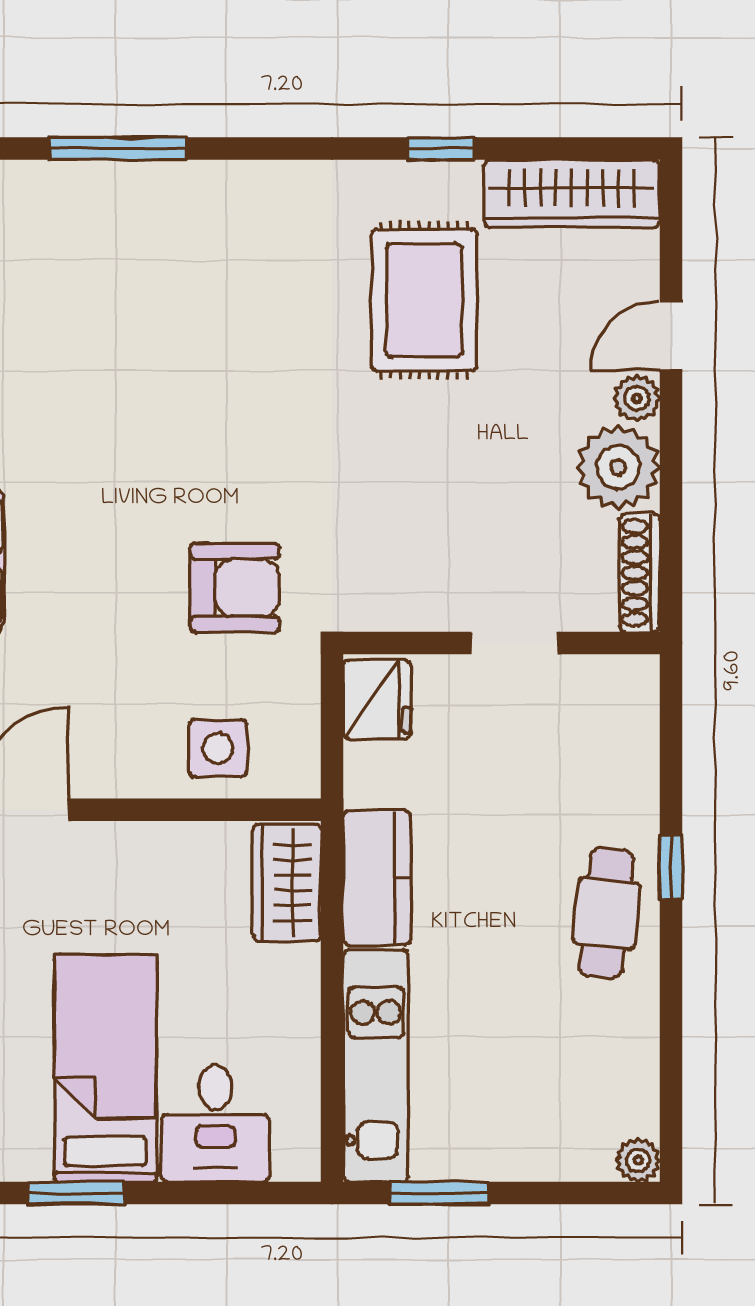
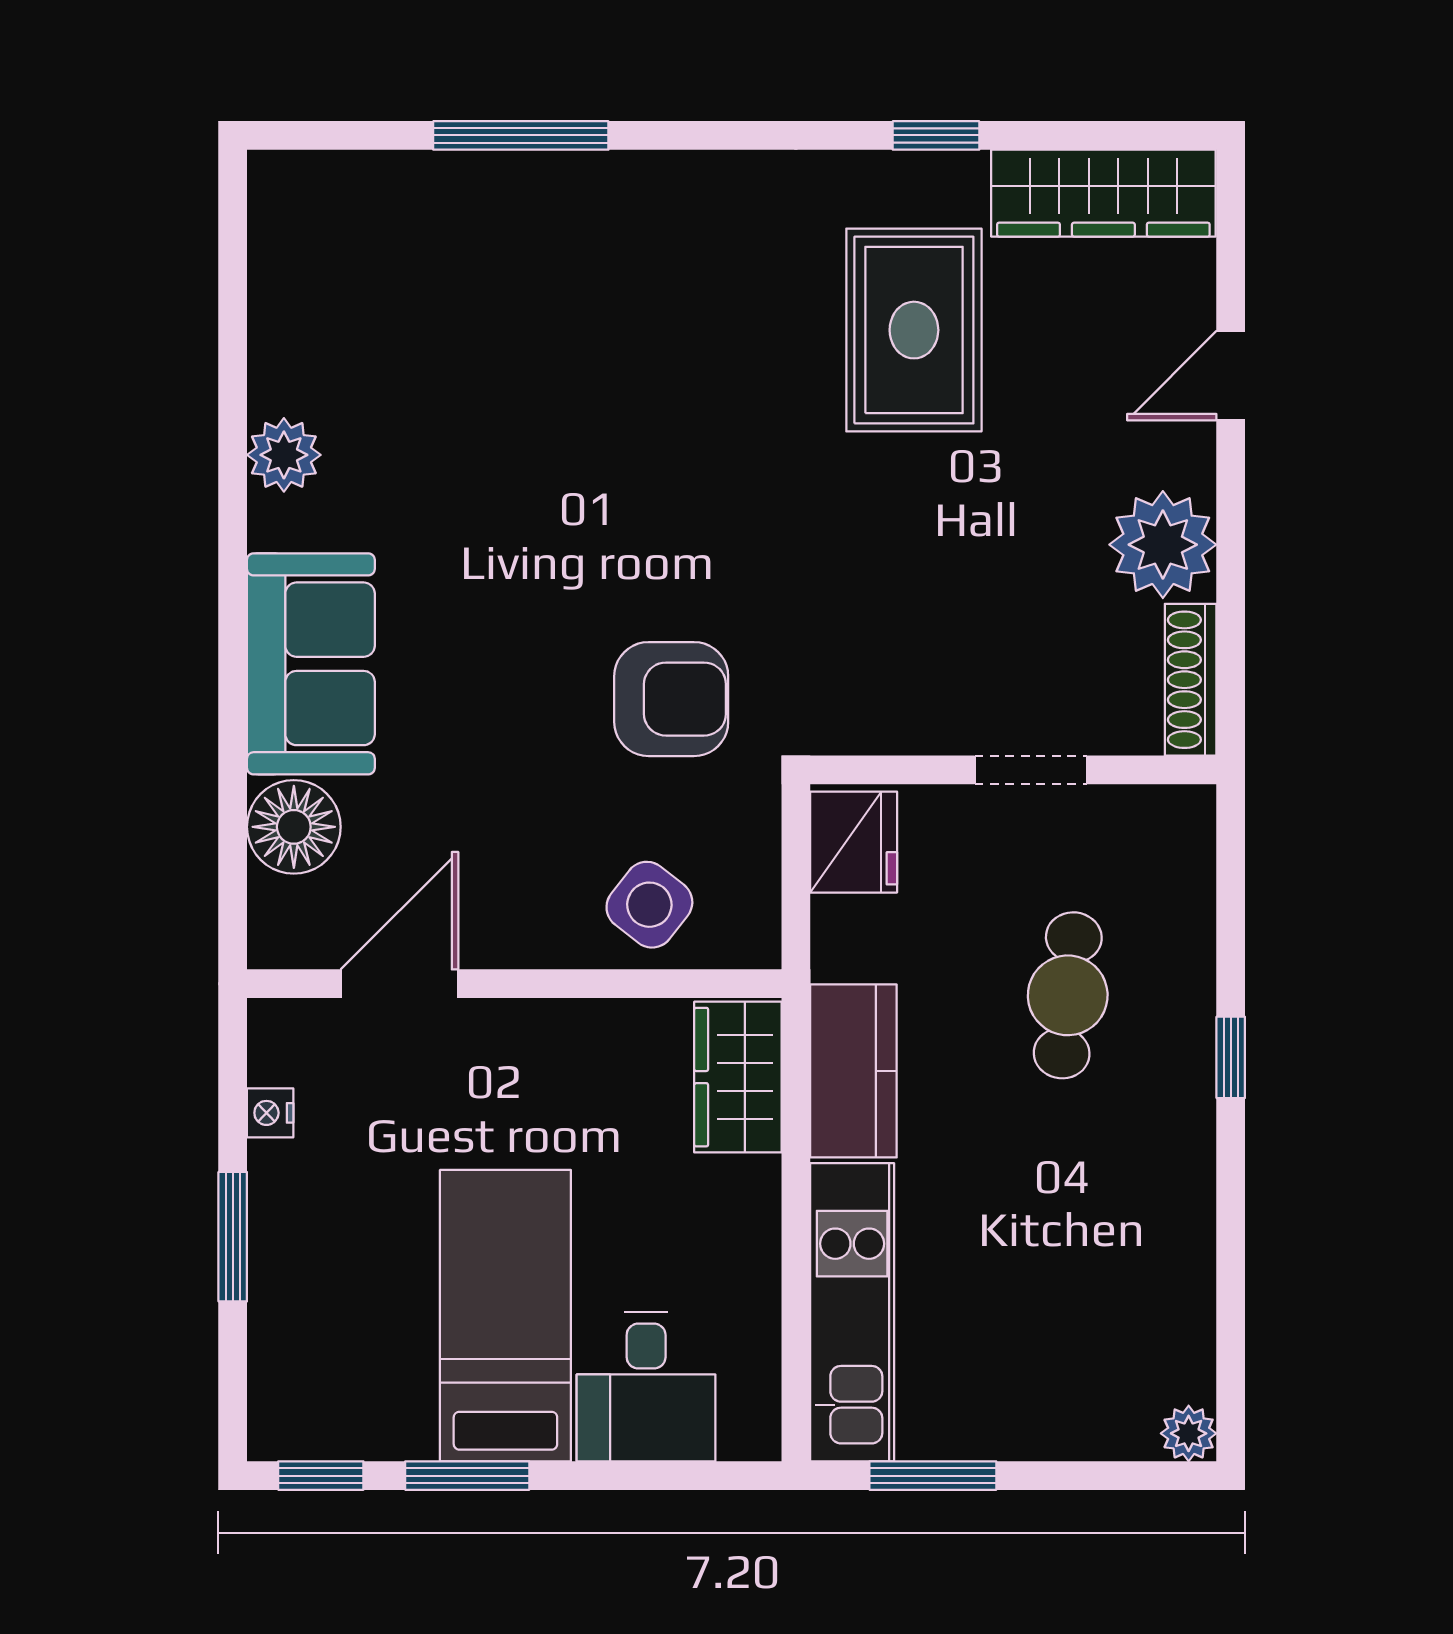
plant: (637, 398) -> (1187, 456), removed
side table: (218, 748) -> (649, 905), turned 38
cafe table: (606, 913) -> (1068, 995), moved

